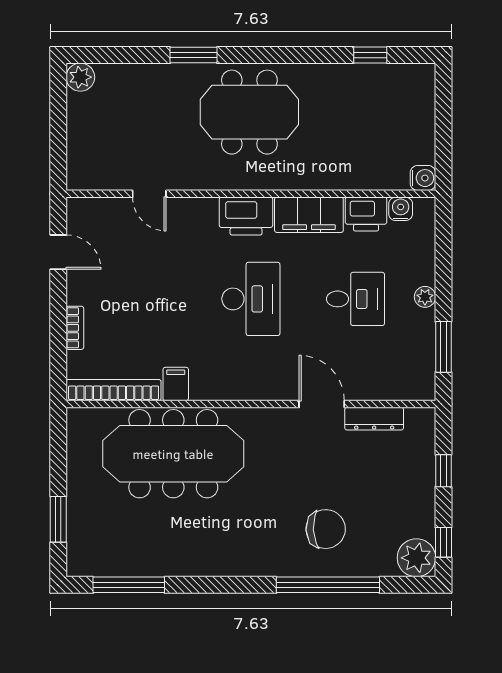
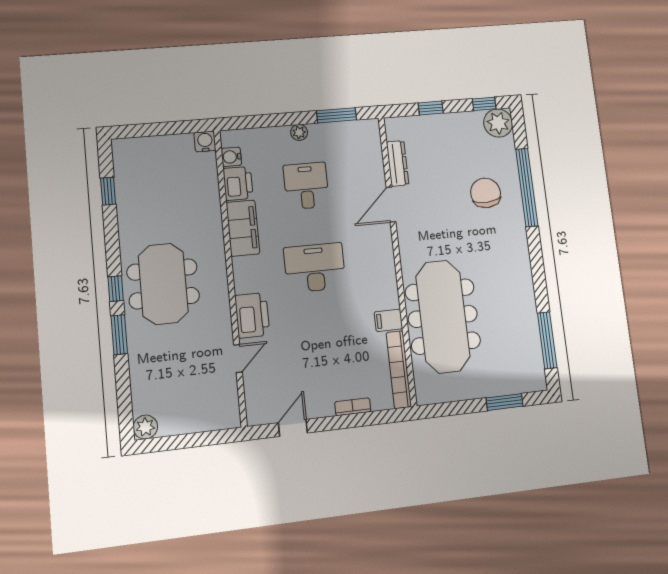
window: (250, 55) -> (116, 289), added
printer: (246, 216) -> (252, 315), moved

